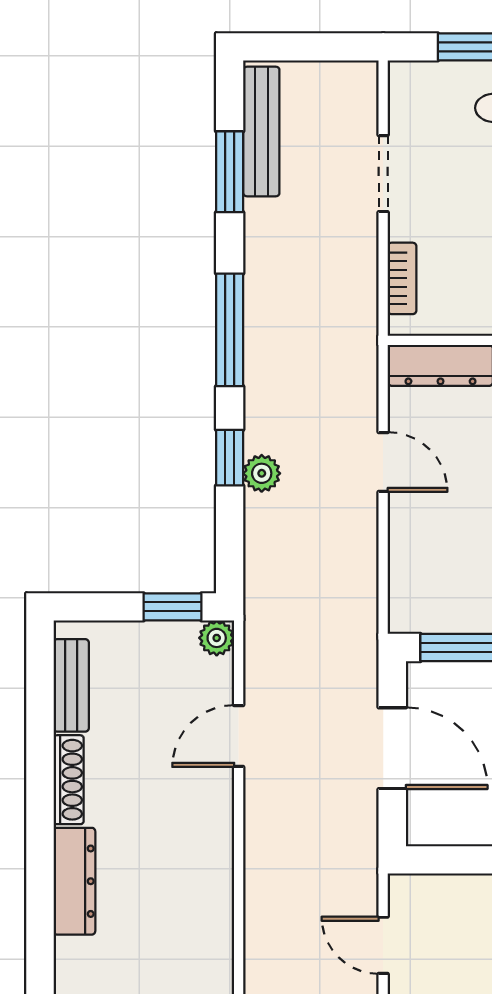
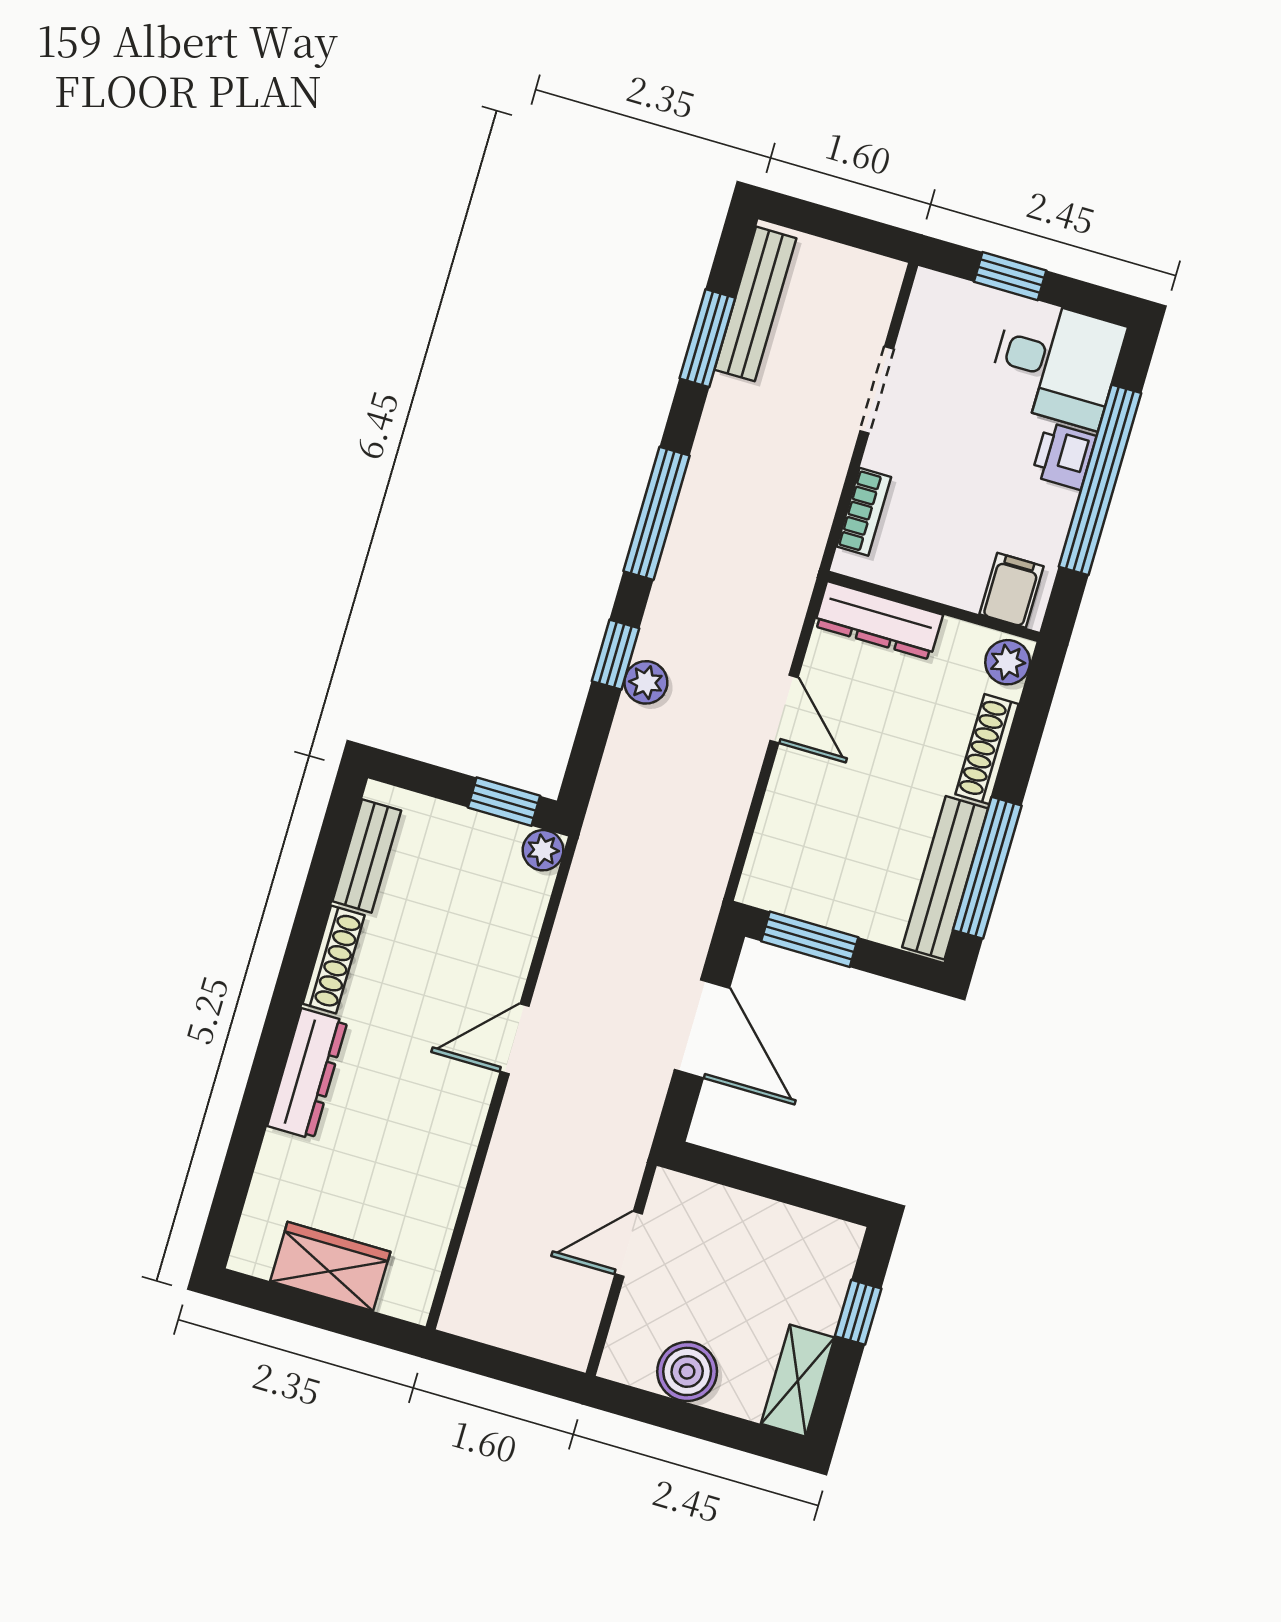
door: (239, 736) -> (515, 1039), moved
door: (383, 945) -> (629, 1244), hinge flipped

